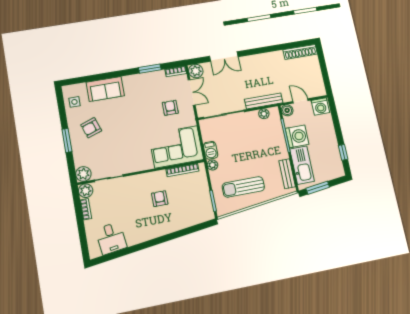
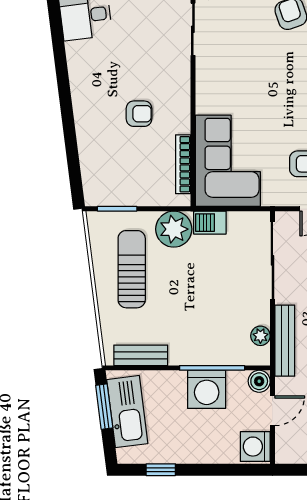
plant: (212, 165) -> (174, 229), width x1.87, depth x1.87
kitchen sink: (302, 165) -> (127, 412), moved, turned -97

